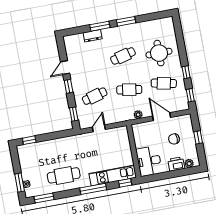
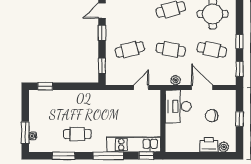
door: (99, 128) -> (141, 87), moved
desk: (149, 161) -> (178, 106), moved
cafe table: (64, 175) -> (77, 134), width x0.73, depth x0.74
window: (44, 198) -> (63, 156), moved

